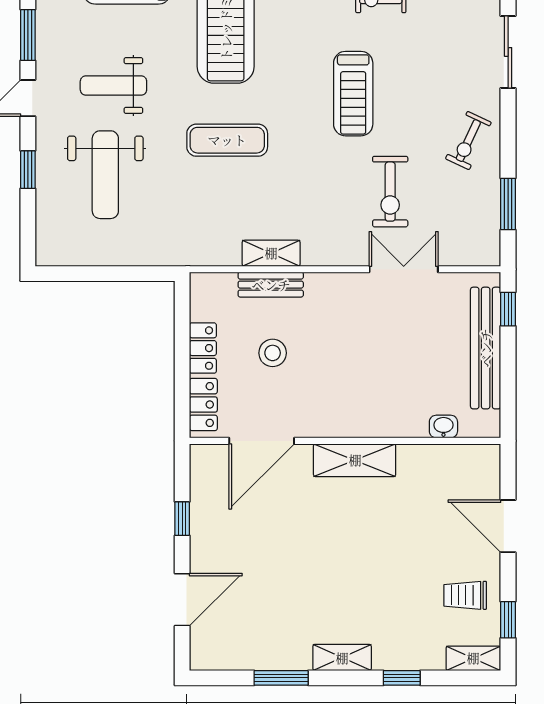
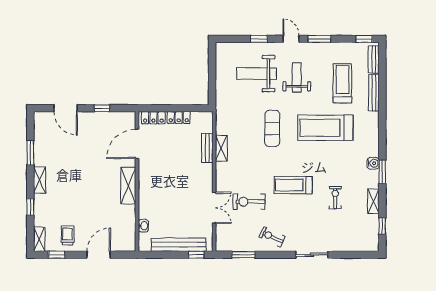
stool: (273, 353) -> (177, 149), removed
door: (262, 441) -> (137, 144), hinge flipped

